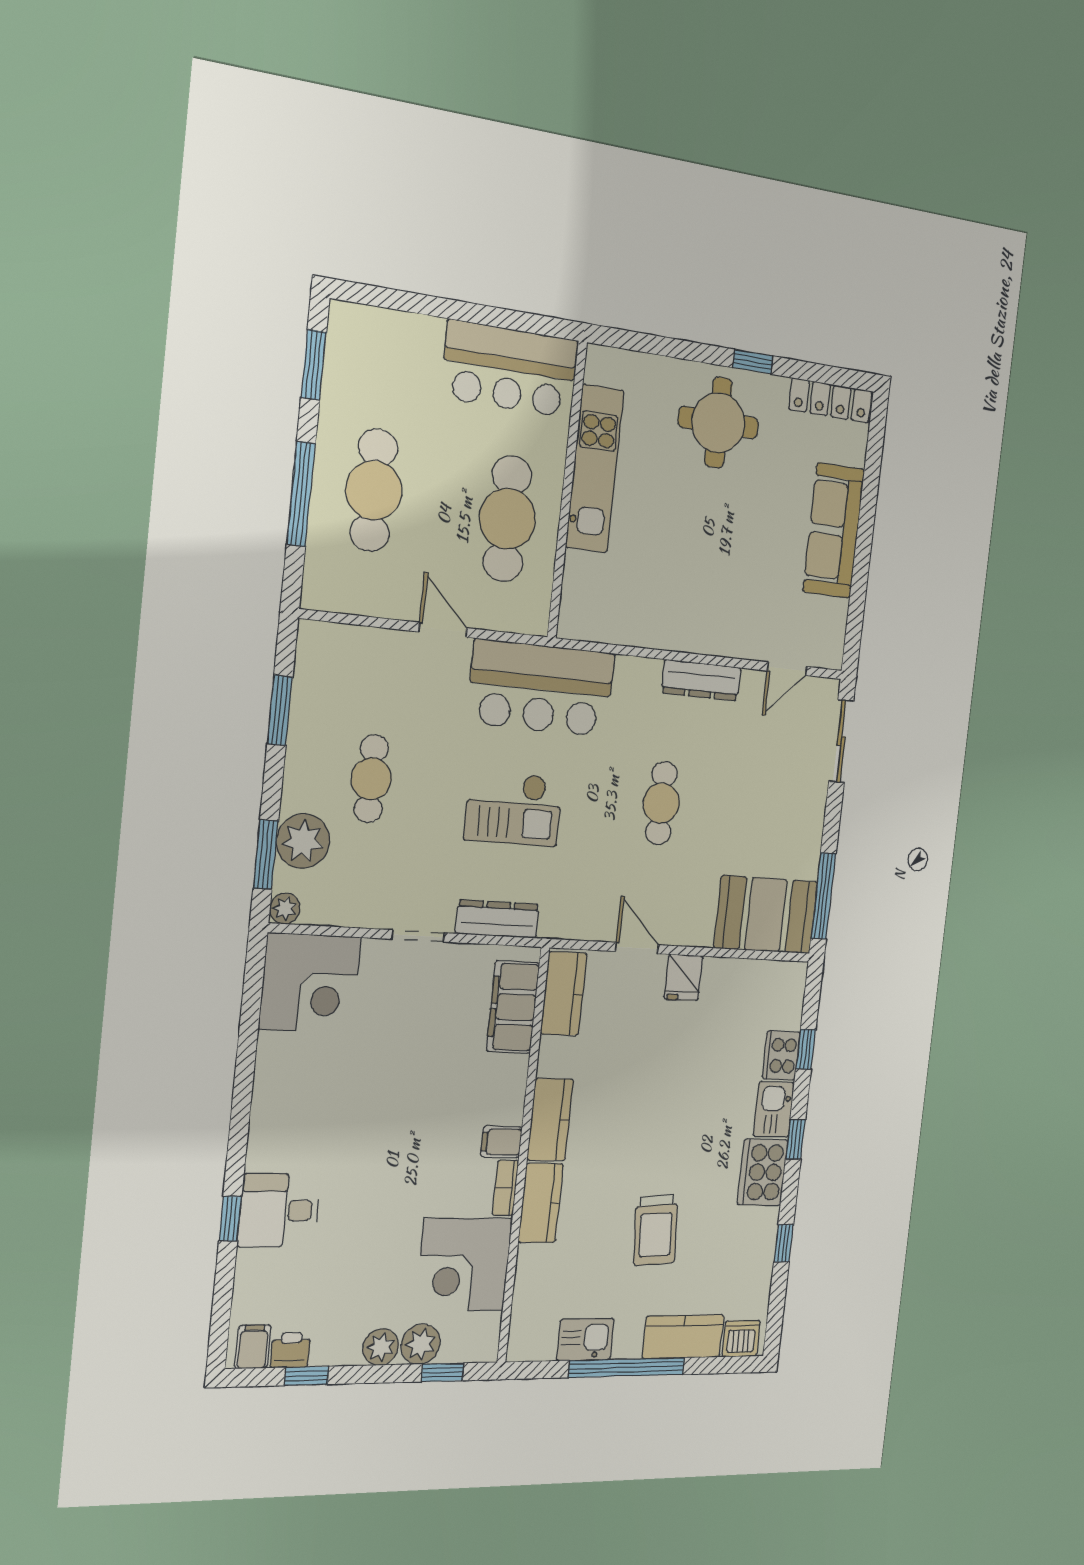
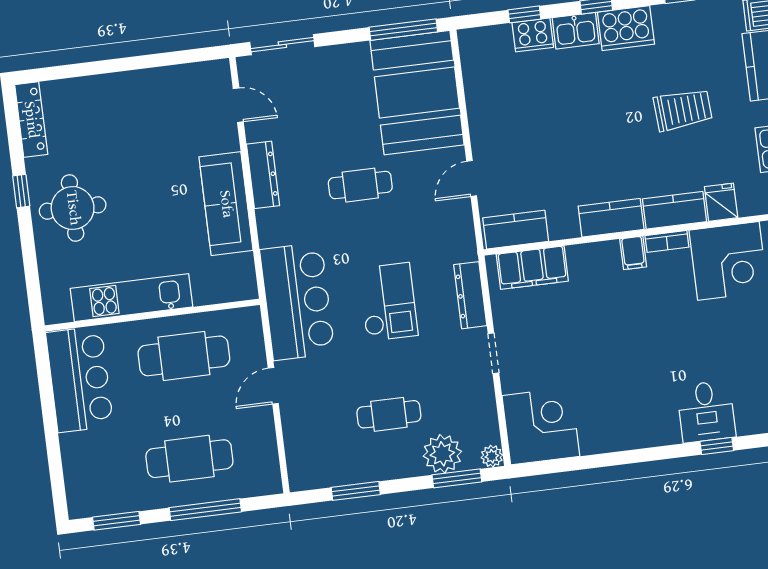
sofa: (834, 531) -> (226, 204), moved, turned 90
booth: (766, 915) -> (417, 93), width x1.36, depth x1.42
fridge: (683, 977) -> (721, 202), moved, turned -90

